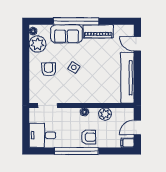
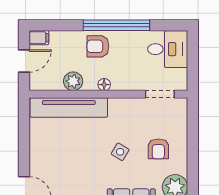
tv unit: (127, 78) -> (69, 107), moved, turned 90

